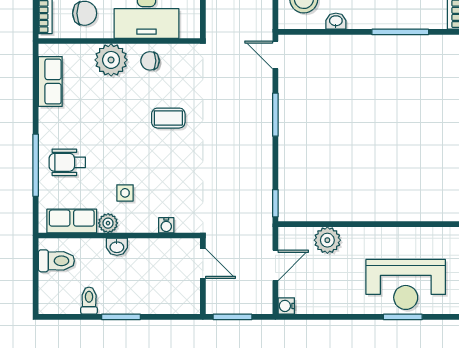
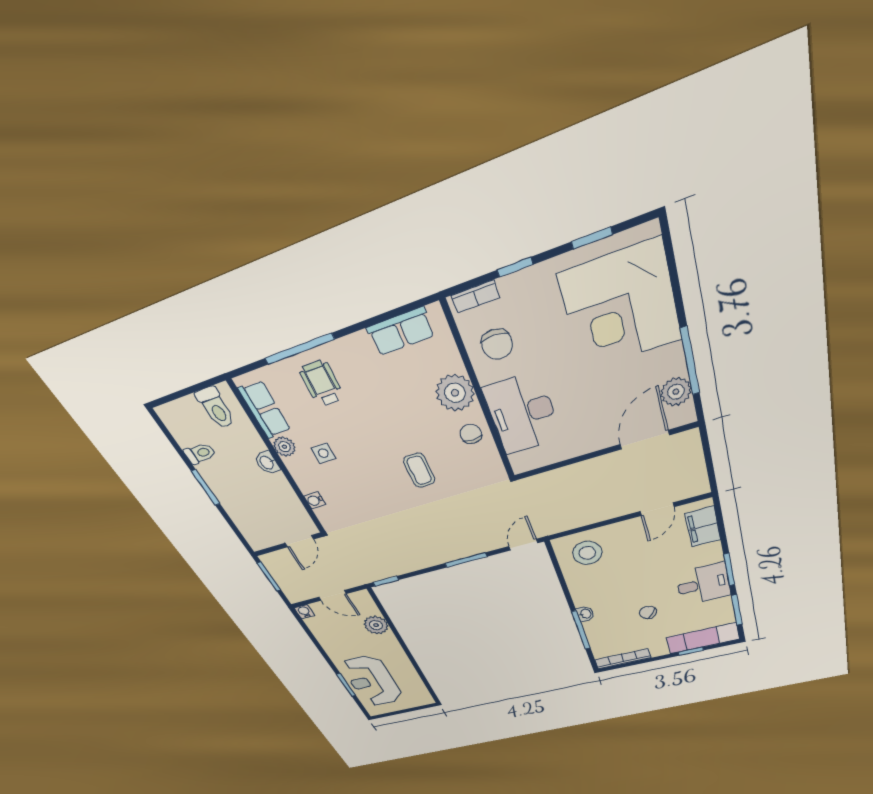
washbasin: (336, 21) -> (586, 614), moved

